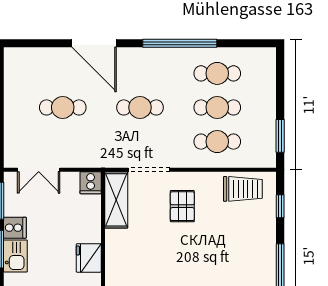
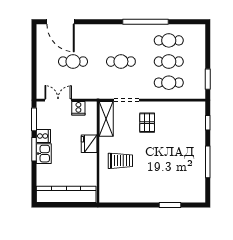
door: (94, 43) -> (61, 22), moved
double door: (39, 170) -> (58, 100), swing flipped
cooker: (91, 183) -> (78, 108), moved
trolley: (243, 189) -> (120, 161), moved
fridge: (89, 258) -> (89, 144), moved

